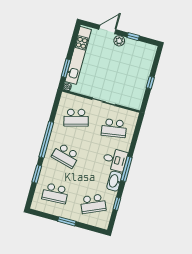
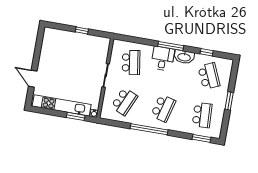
window: (133, 37) -> (37, 52), removed
plant: (119, 41) -> (43, 66), removed
school desk: (76, 118) -> (124, 101), turned 39
window: (37, 174) -> (202, 138), moved

